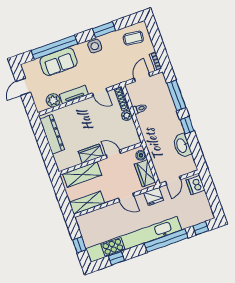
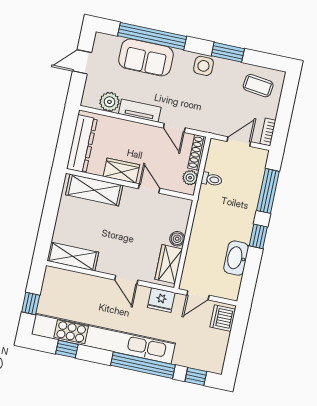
wardrobe: (91, 154) -> (121, 171), moved
door: (113, 154) -> (149, 189), moved
wall: (101, 159) -> (130, 184), moved
shelving: (82, 174) -> (94, 190), moved

